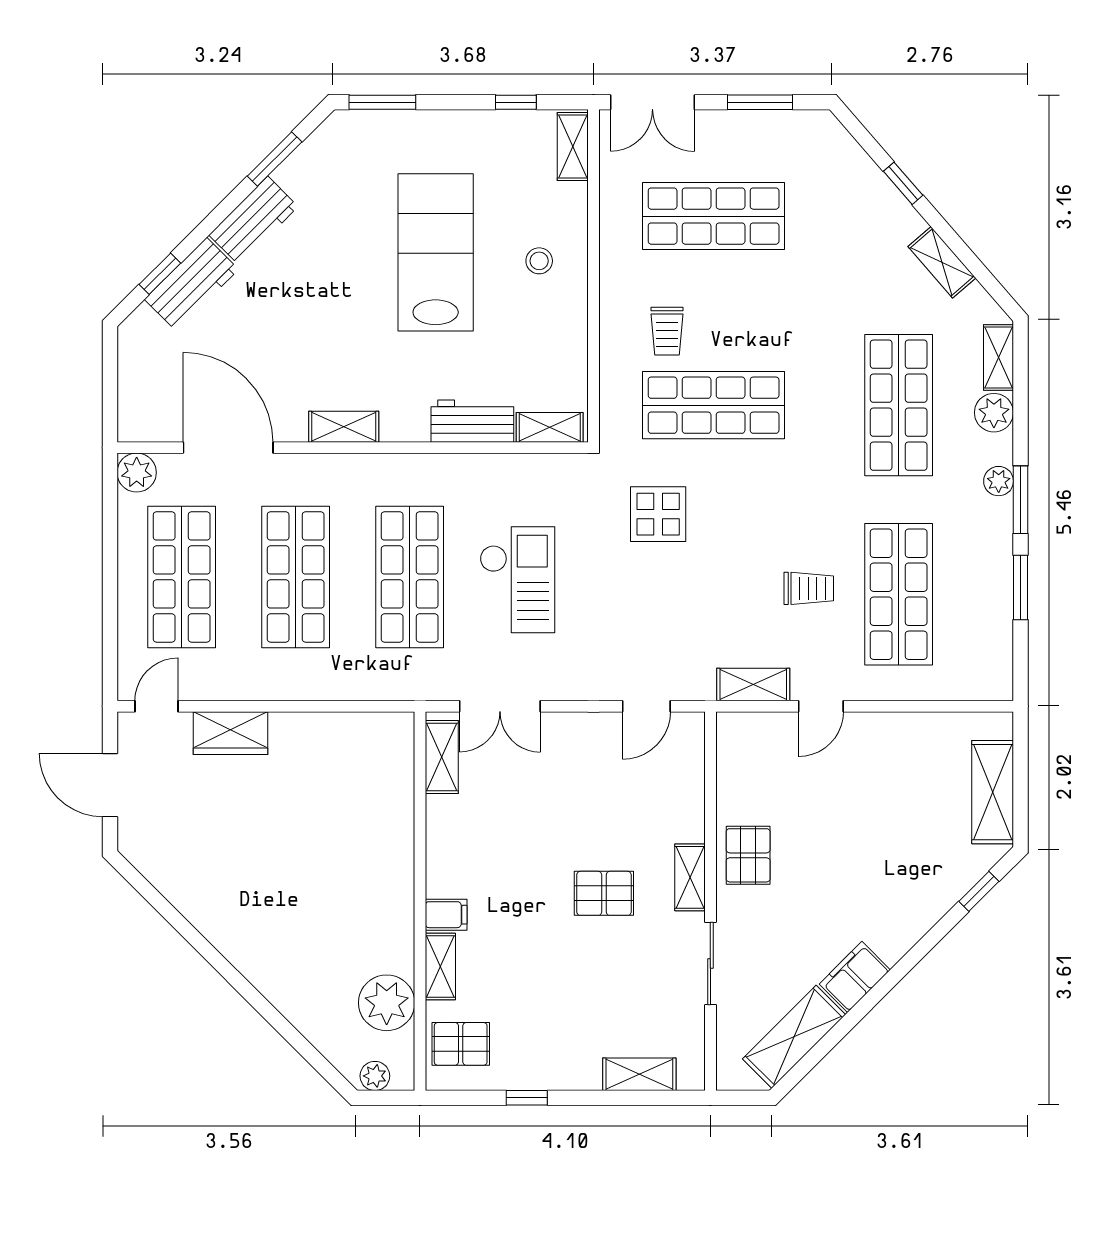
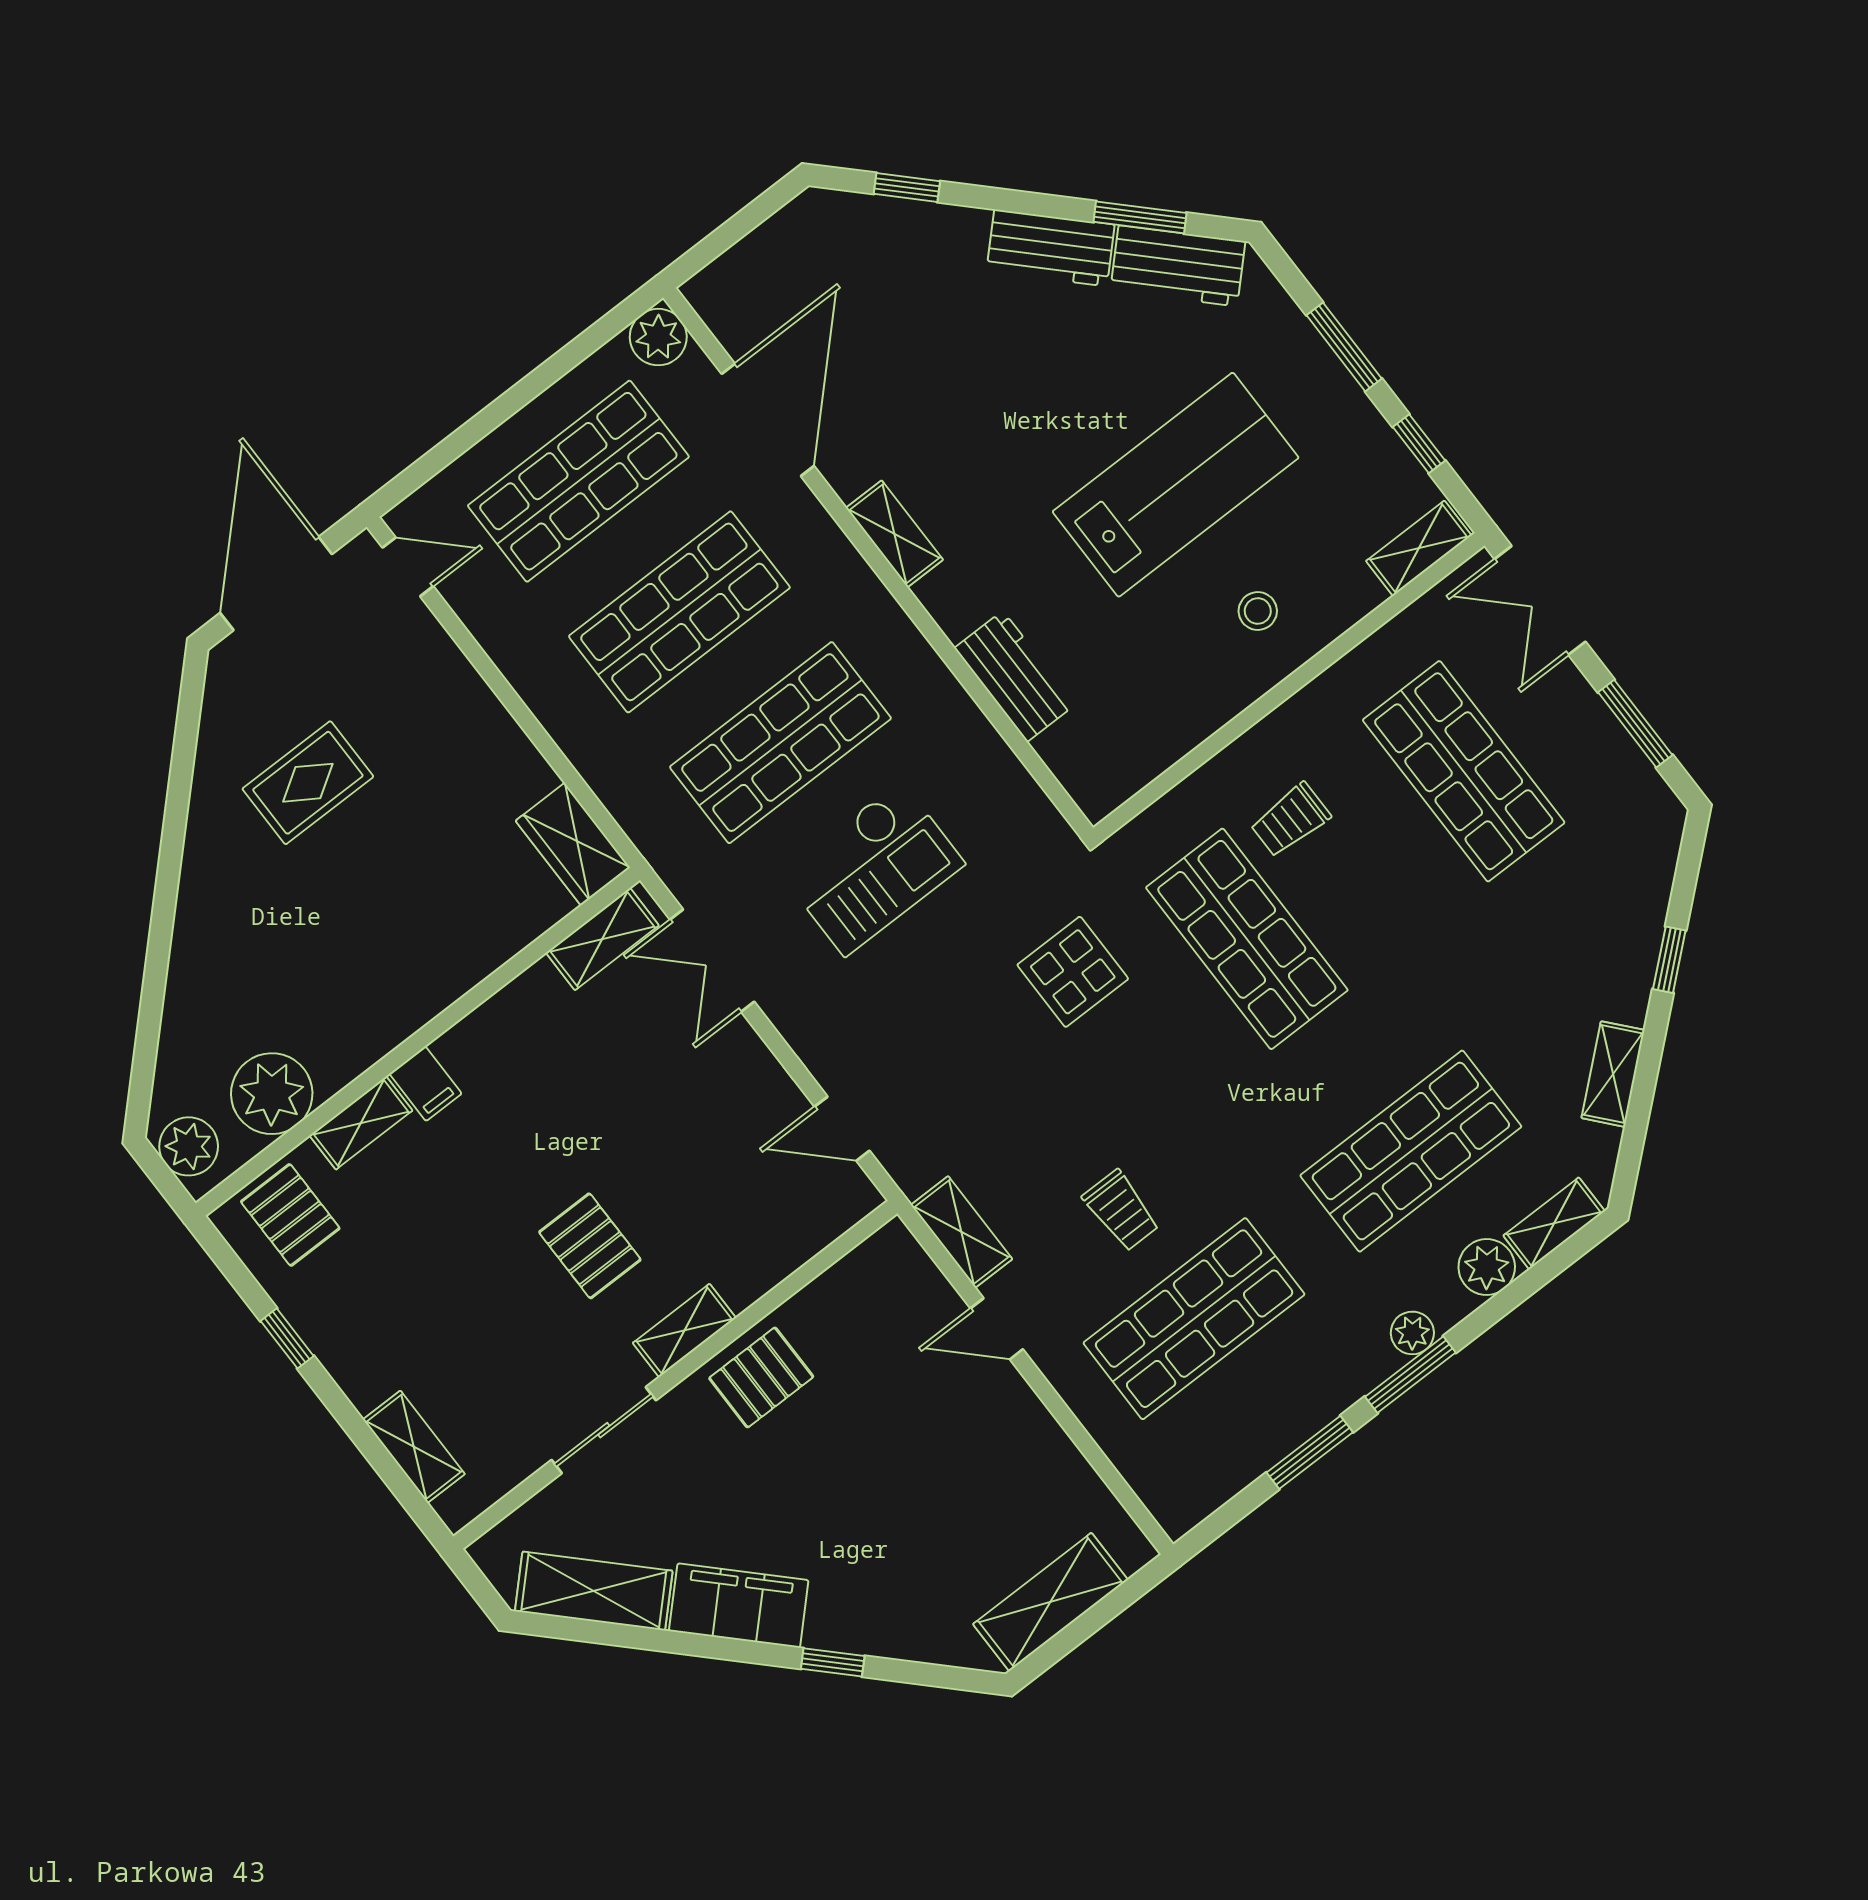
window: (382, 102) -> (1344, 347), moved
workbench: (192, 284) -> (1178, 266), moved
shelving: (550, 427) -> (1076, 771), removed
wardrobe: (231, 733) -> (573, 844), moved
door: (110, 785) -> (276, 584), width x1.36
rug: (232, 852) -> (308, 783), added
window: (979, 891) -> (833, 1662), moved
filing cabinet: (855, 977) -> (739, 1606), width x1.50, depth x1.17
plant: (375, 1076) -> (189, 1146), width x1.38, depth x1.38

